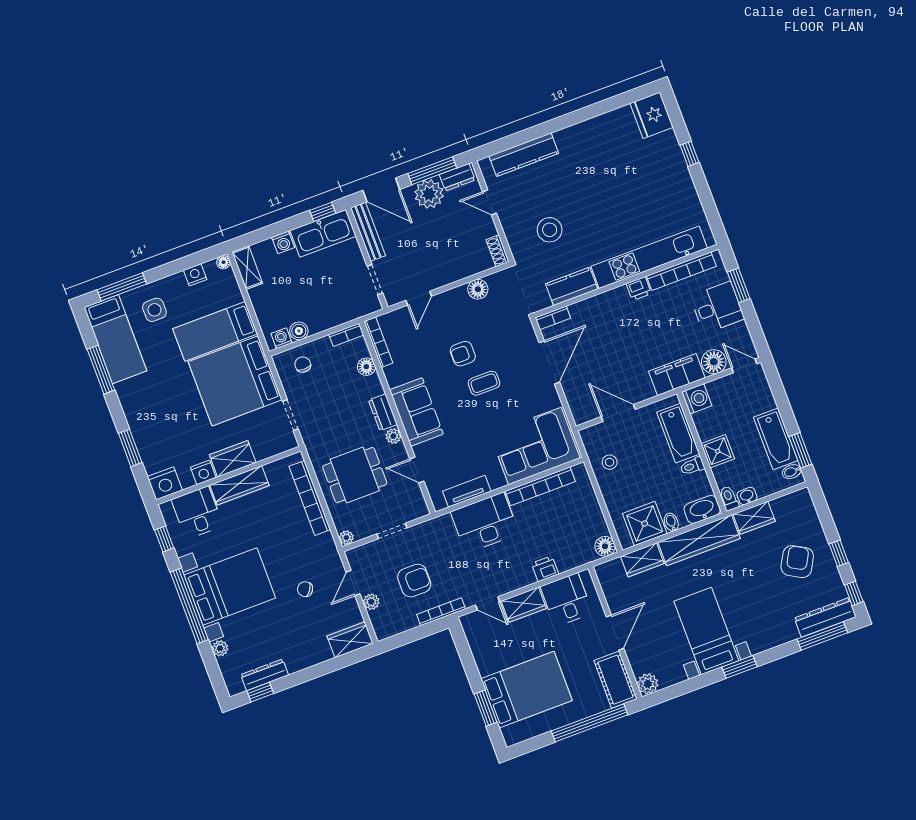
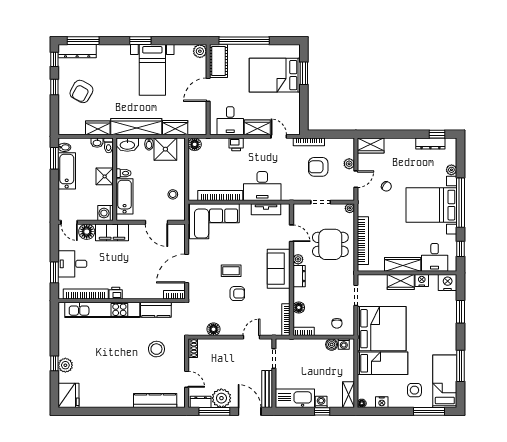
plant: (672, 157) -> (65, 365), added
window: (323, 212) -> (322, 411), moved

